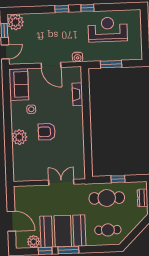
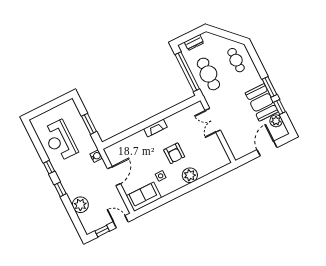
plant: (16, 22) -> (80, 205), moved
fireplace: (78, 94) -> (155, 128), moved
window: (118, 179) -> (187, 72), width x3.17
booth: (63, 231) -> (262, 102), width x0.73, depth x0.70

